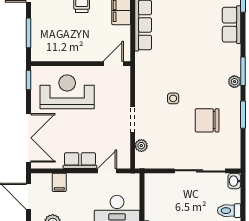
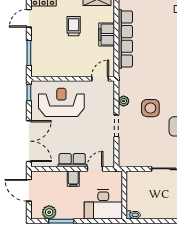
side table: (173, 98) -> (150, 108), width x1.87, depth x1.87
plant: (141, 146) -> (124, 101), moved
filing cabinet: (59, 182) -> (73, 179), moved

